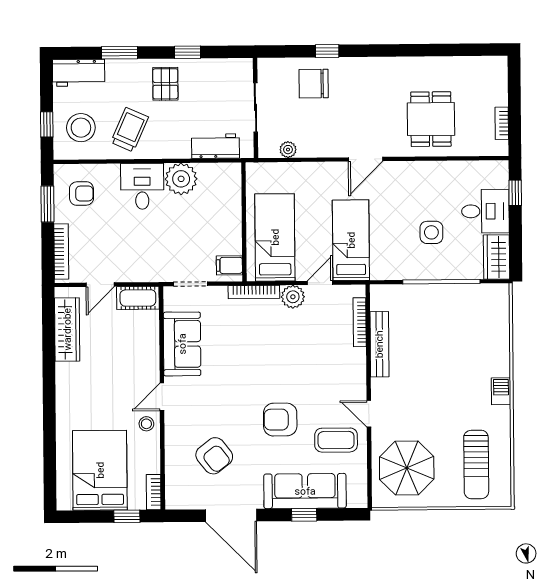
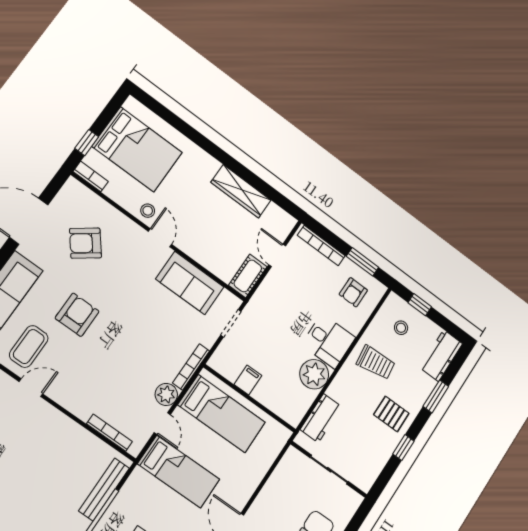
stool: (81, 128) -> (401, 328), width x0.53, depth x0.53
trolley: (130, 130) -> (376, 363), turned -31
plant: (288, 150) -> (281, 472), removed
filing cabinet: (229, 265) -> (248, 380), moved
wardrobe: (67, 329) -> (241, 191), moved
bench: (379, 344) -> (104, 490), moved, turned 90

